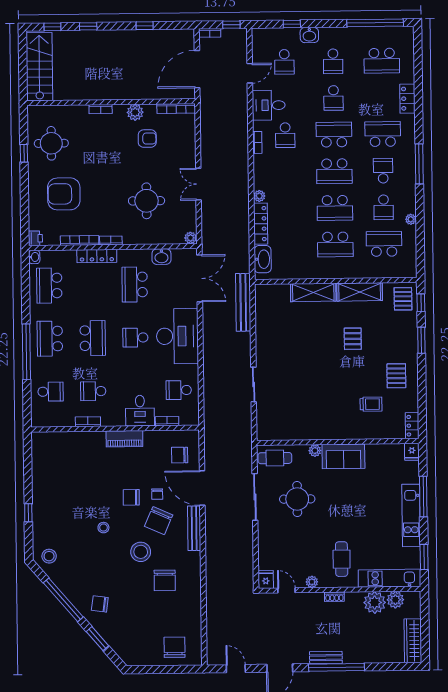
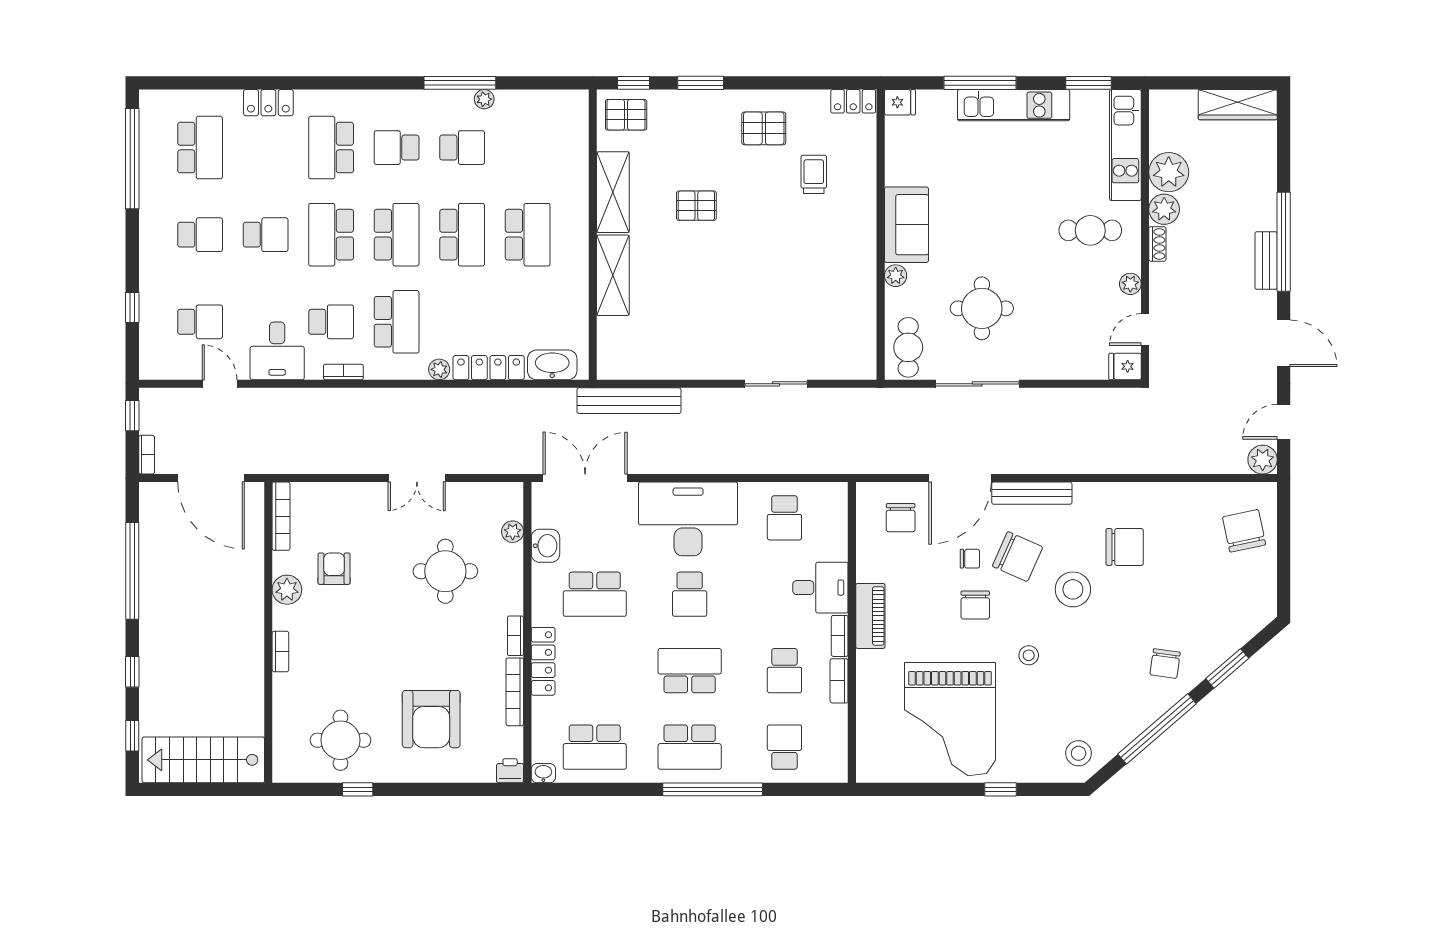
window: (145, 26) -> (132, 571), width x3.17
washbasin: (309, 35) -> (153, 276), removed
window: (419, 164) -> (460, 83), moved
plant: (191, 238) -> (513, 532), moved
school desk: (384, 244) -> (397, 322), moved, turned 180
bookcase: (167, 421) -> (840, 636), moved
grand piano: (67, 484) -> (950, 719), added
plant: (395, 600) -> (1164, 209), moved
chair: (175, 647) -> (1244, 531), turned 78
plant: (215, 657) -> (1263, 460), added

